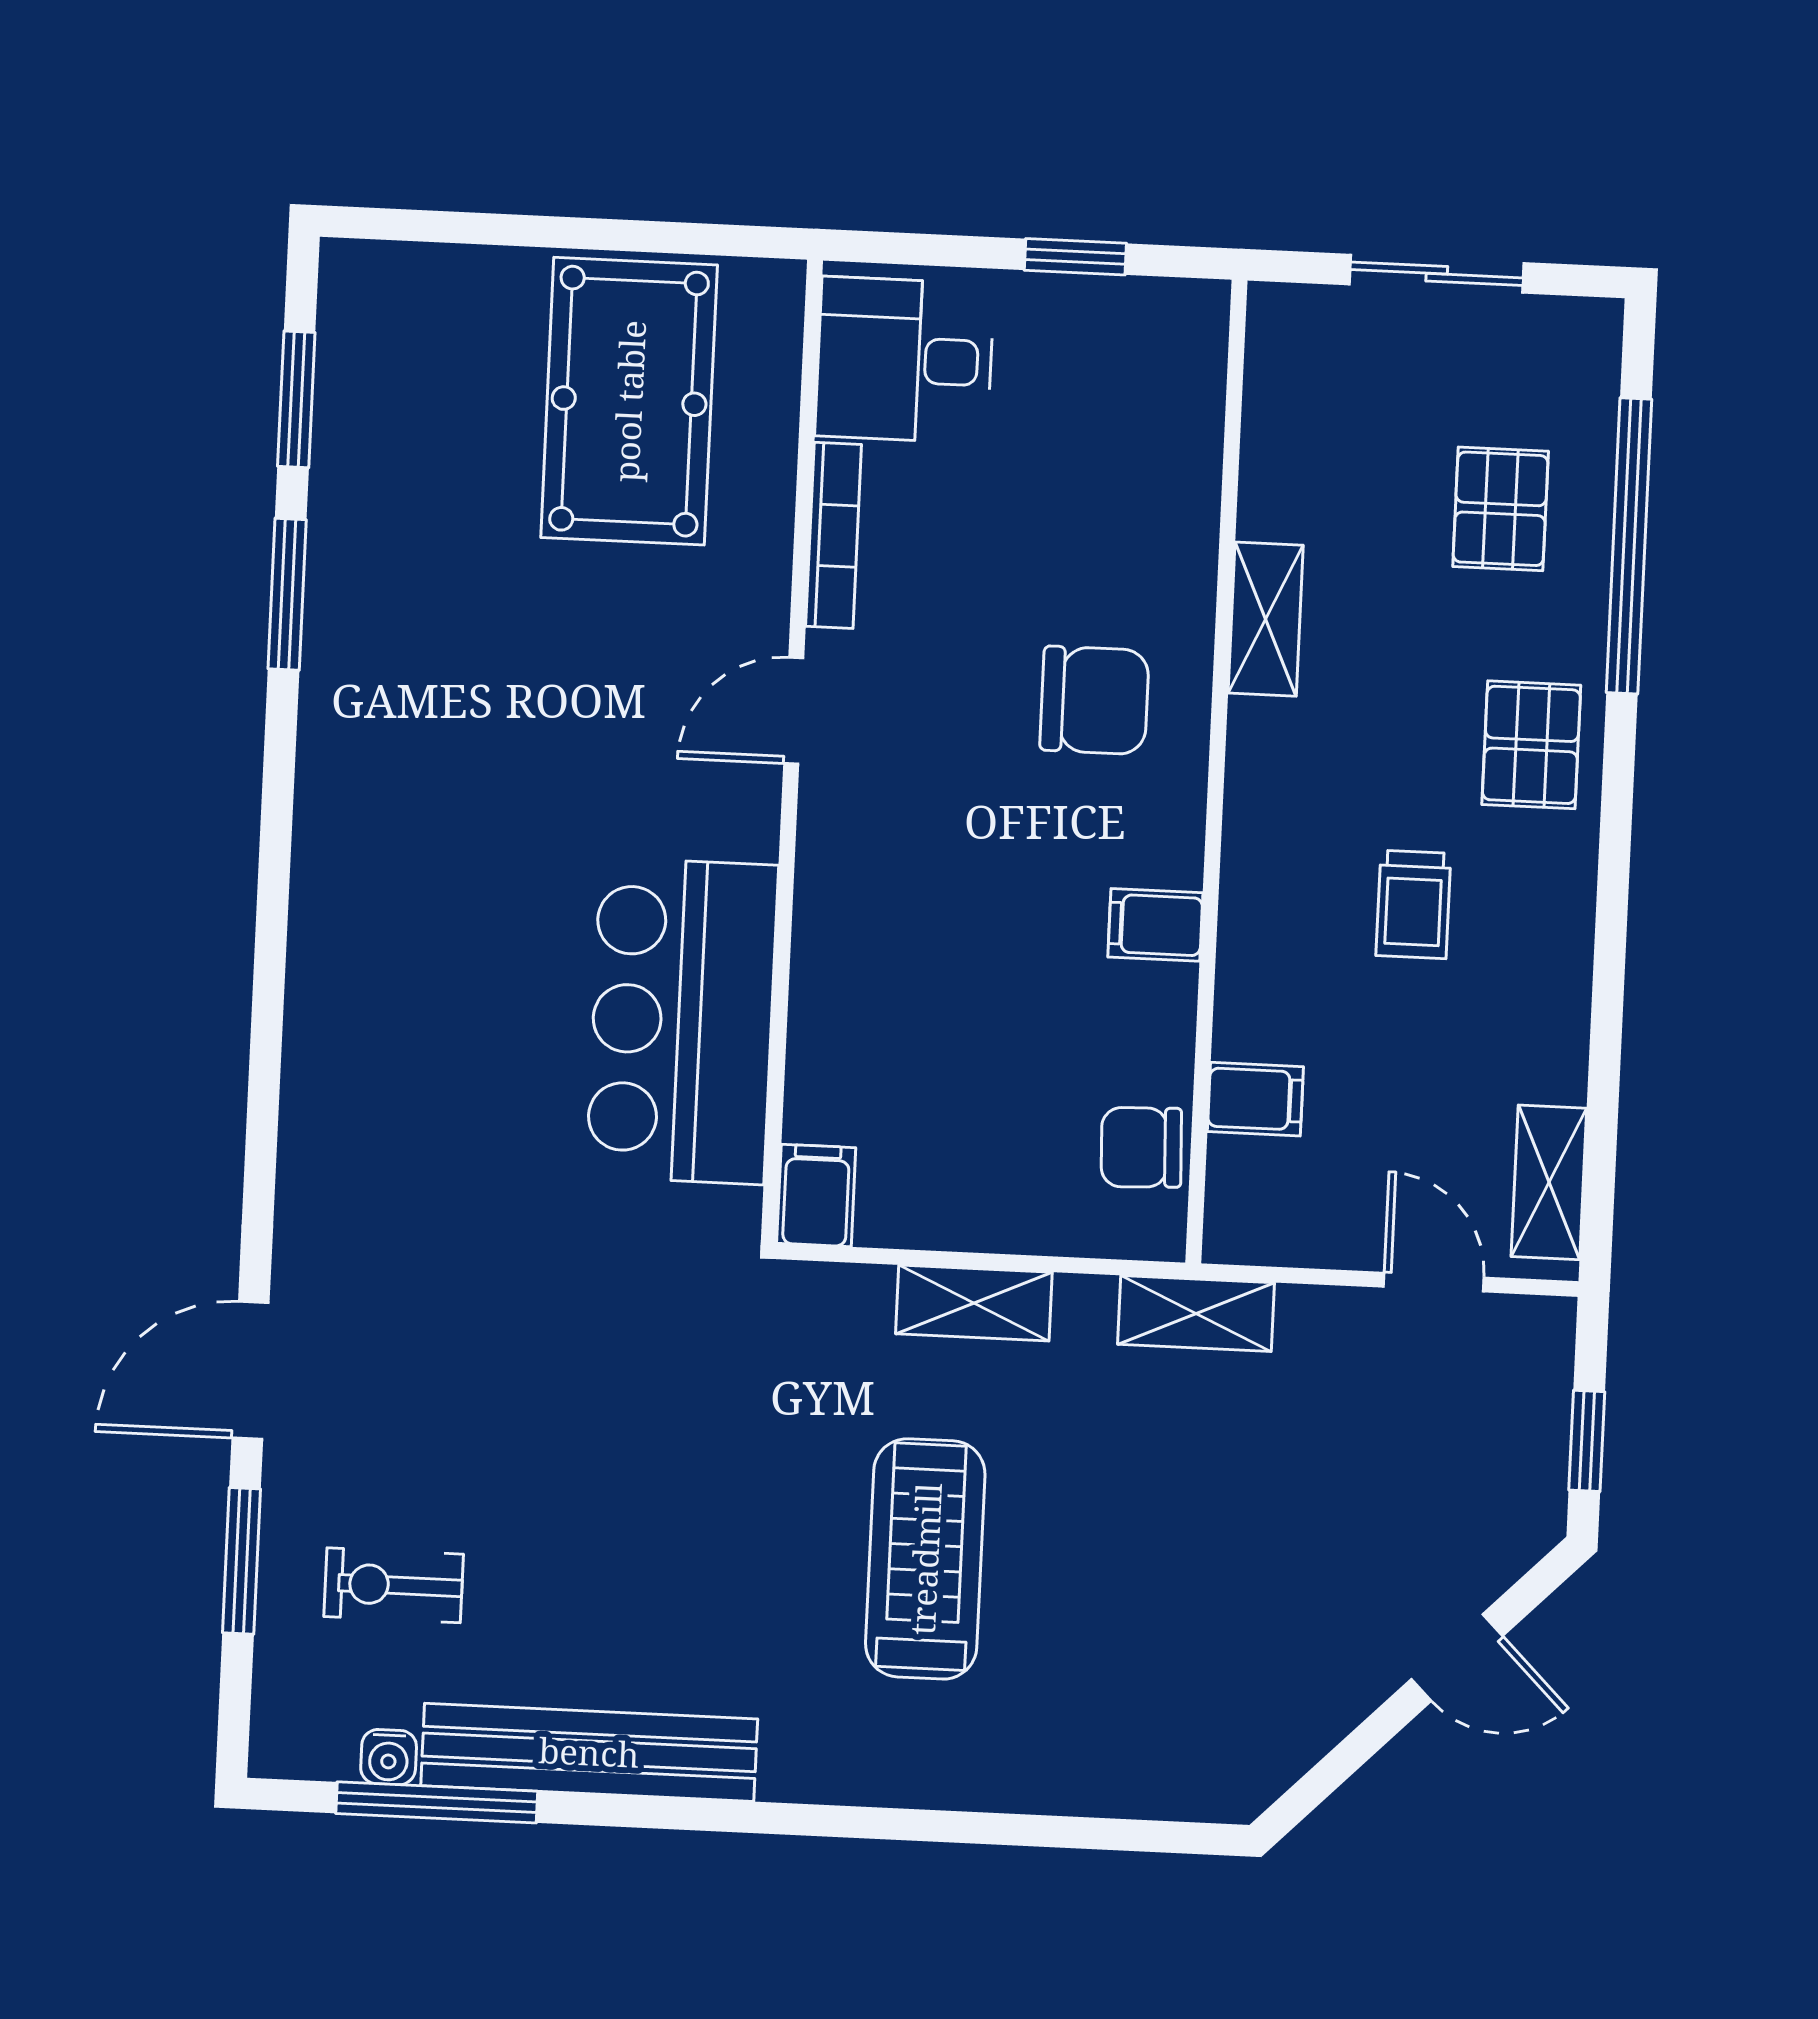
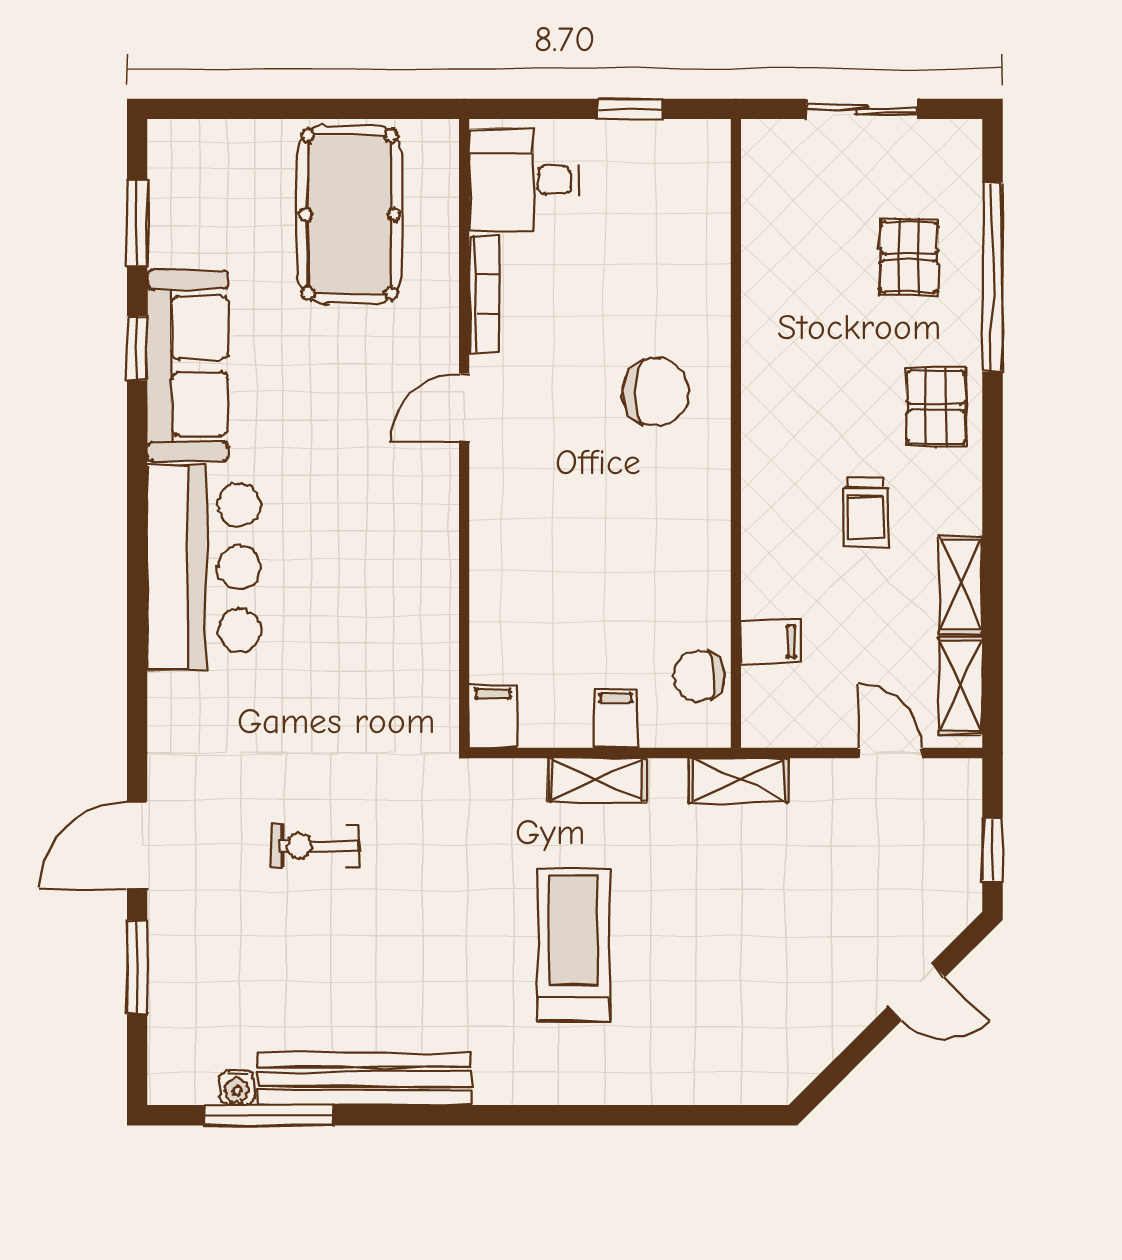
window: (287, 594) -> (137, 348), width x0.67
shelving: (1266, 619) -> (961, 585), moved
sofa: (365, 625) -> (188, 366), added
filing cabinet: (1155, 925) -> (616, 719), moved, turned 90
bar counter: (682, 1021) -> (204, 568), moved, turned 180
exercise bike: (394, 1585) -> (315, 846), moved

